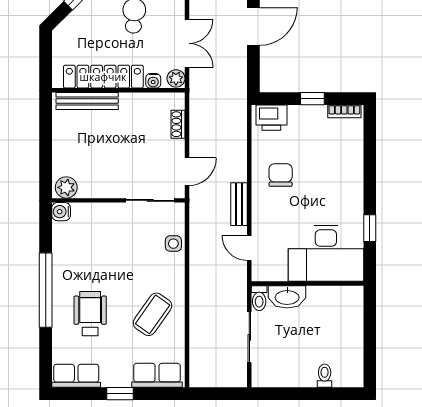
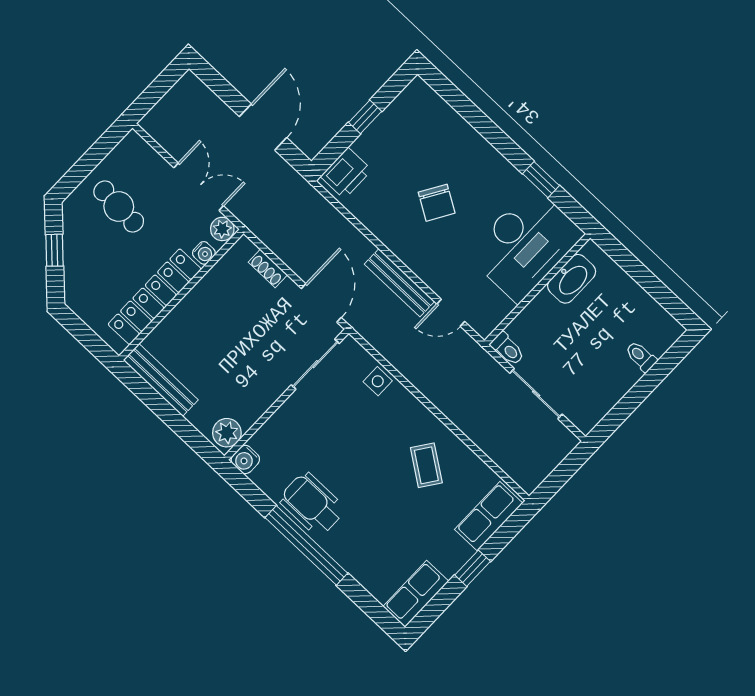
door: (253, 26) -> (263, 127), moved
bench: (87, 101) -> (161, 380), moved, turned 90
bookcase: (344, 111) -> (406, 98), removed
door: (187, 172) -> (321, 303), width x1.38
chair: (281, 175) -> (437, 203), moved, turned -149
bench: (239, 204) -> (400, 283), width x1.36
washbasin: (287, 297) -> (572, 279), moved
wheelchair: (90, 314) -> (312, 504), moved
coffee table: (153, 314) -> (426, 465), width x0.73, depth x0.77

